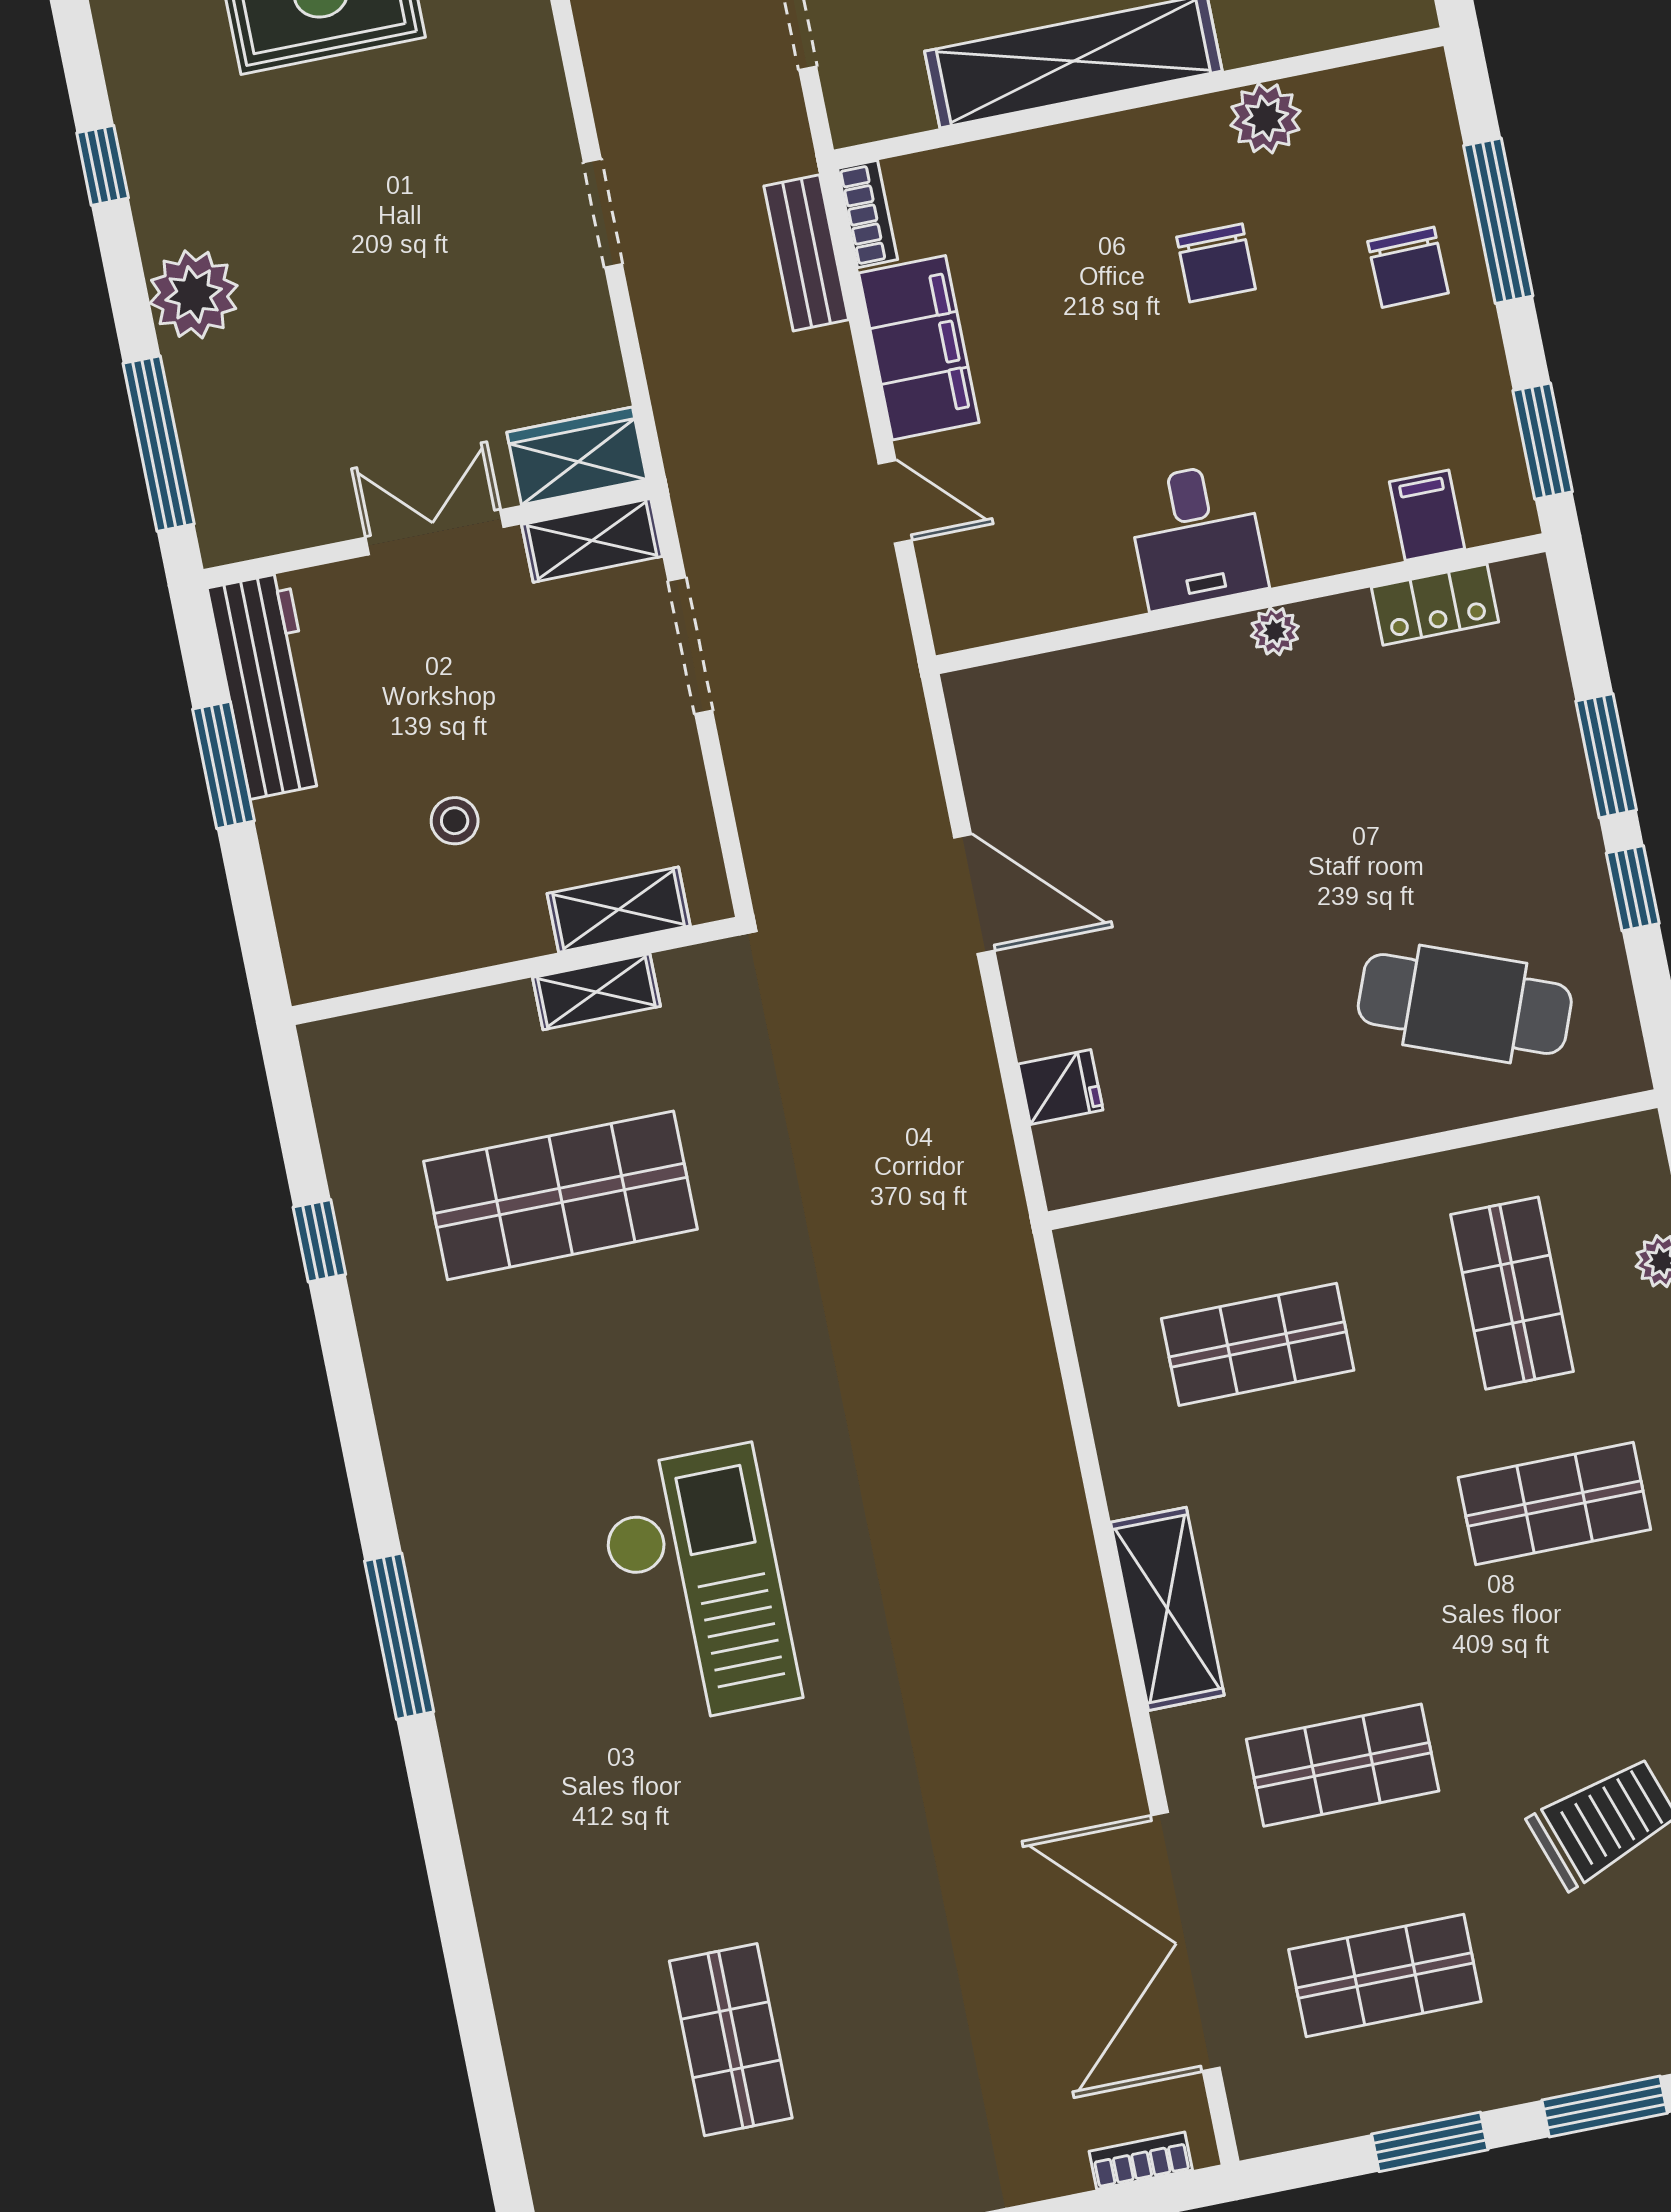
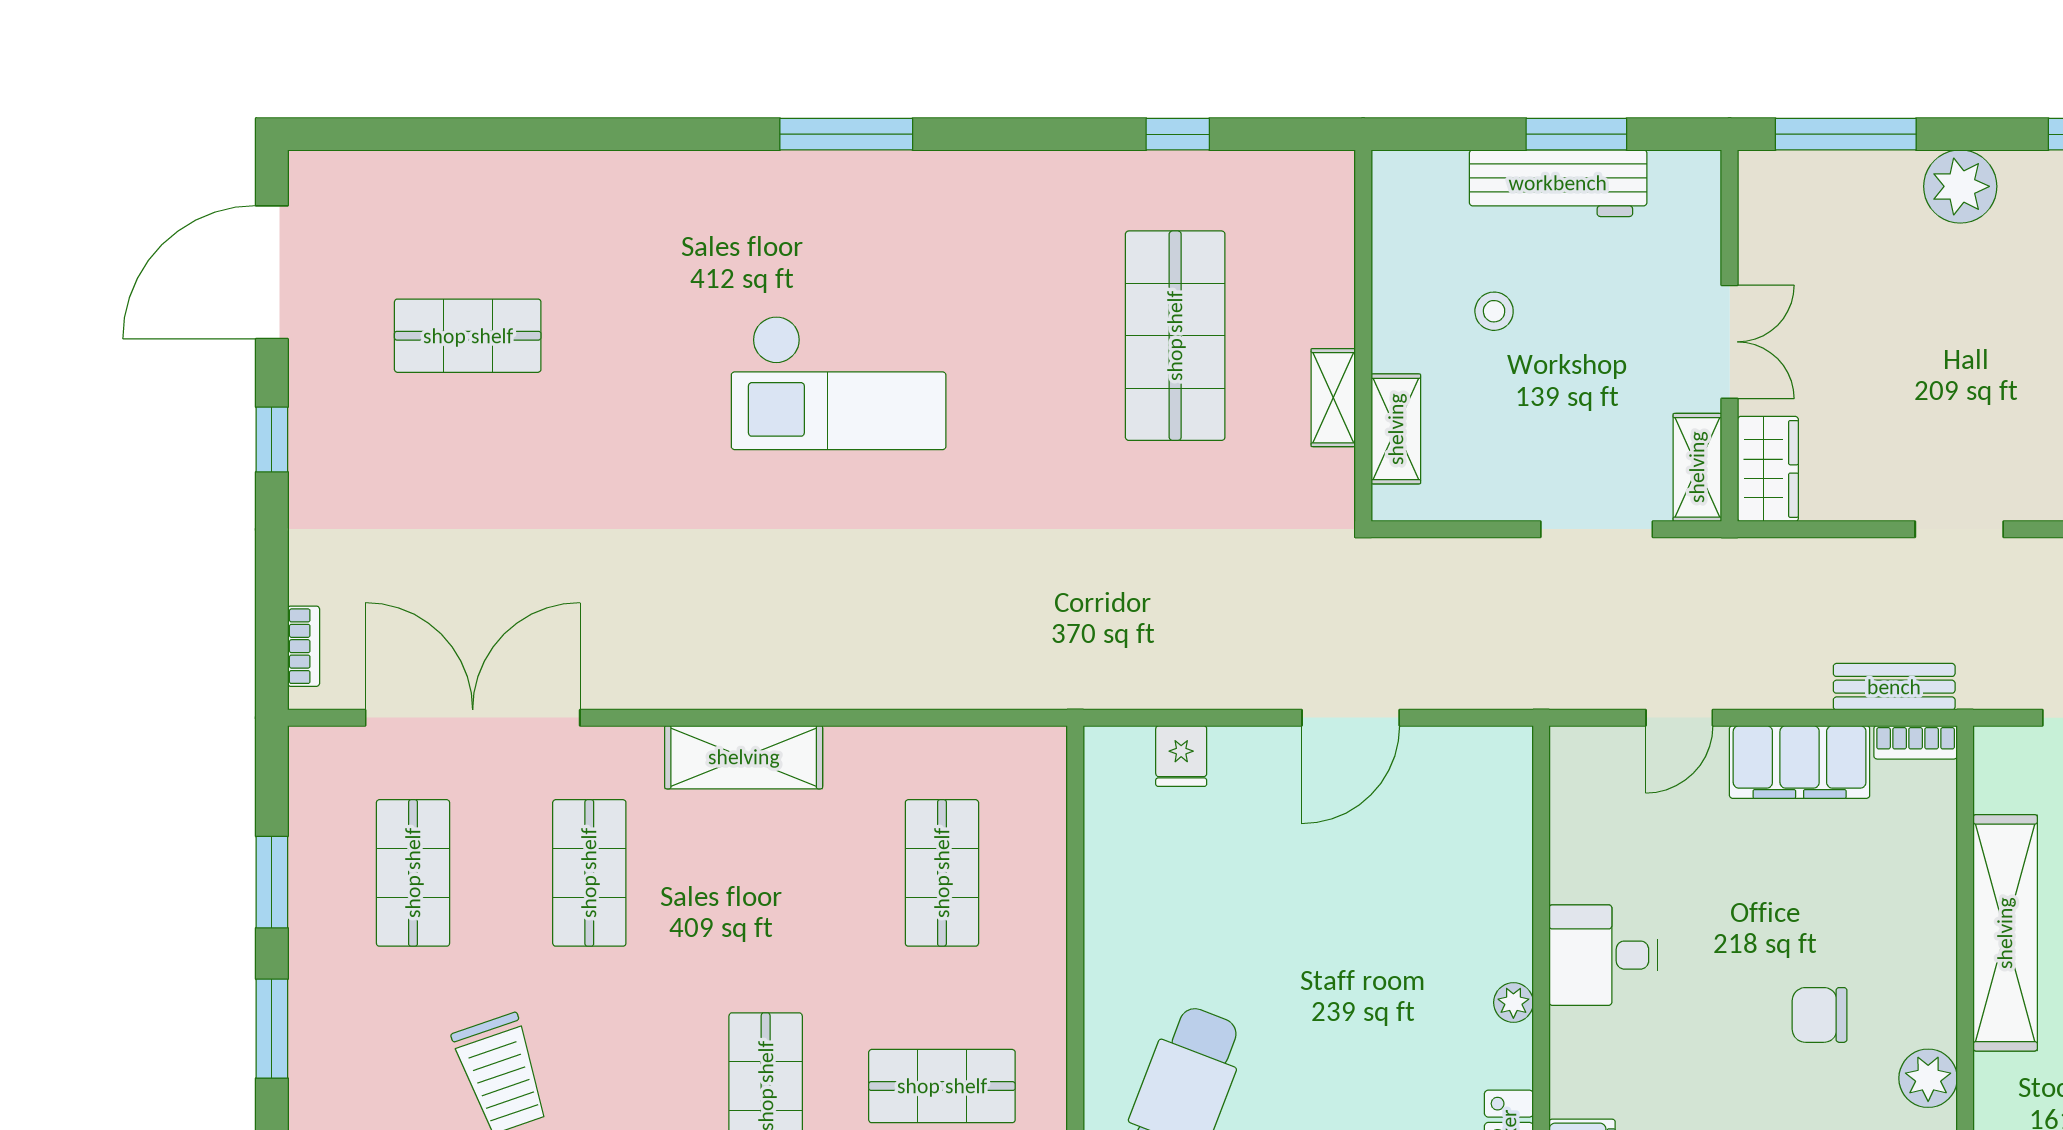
workbench: (268, 686) -> (1558, 183), moved

